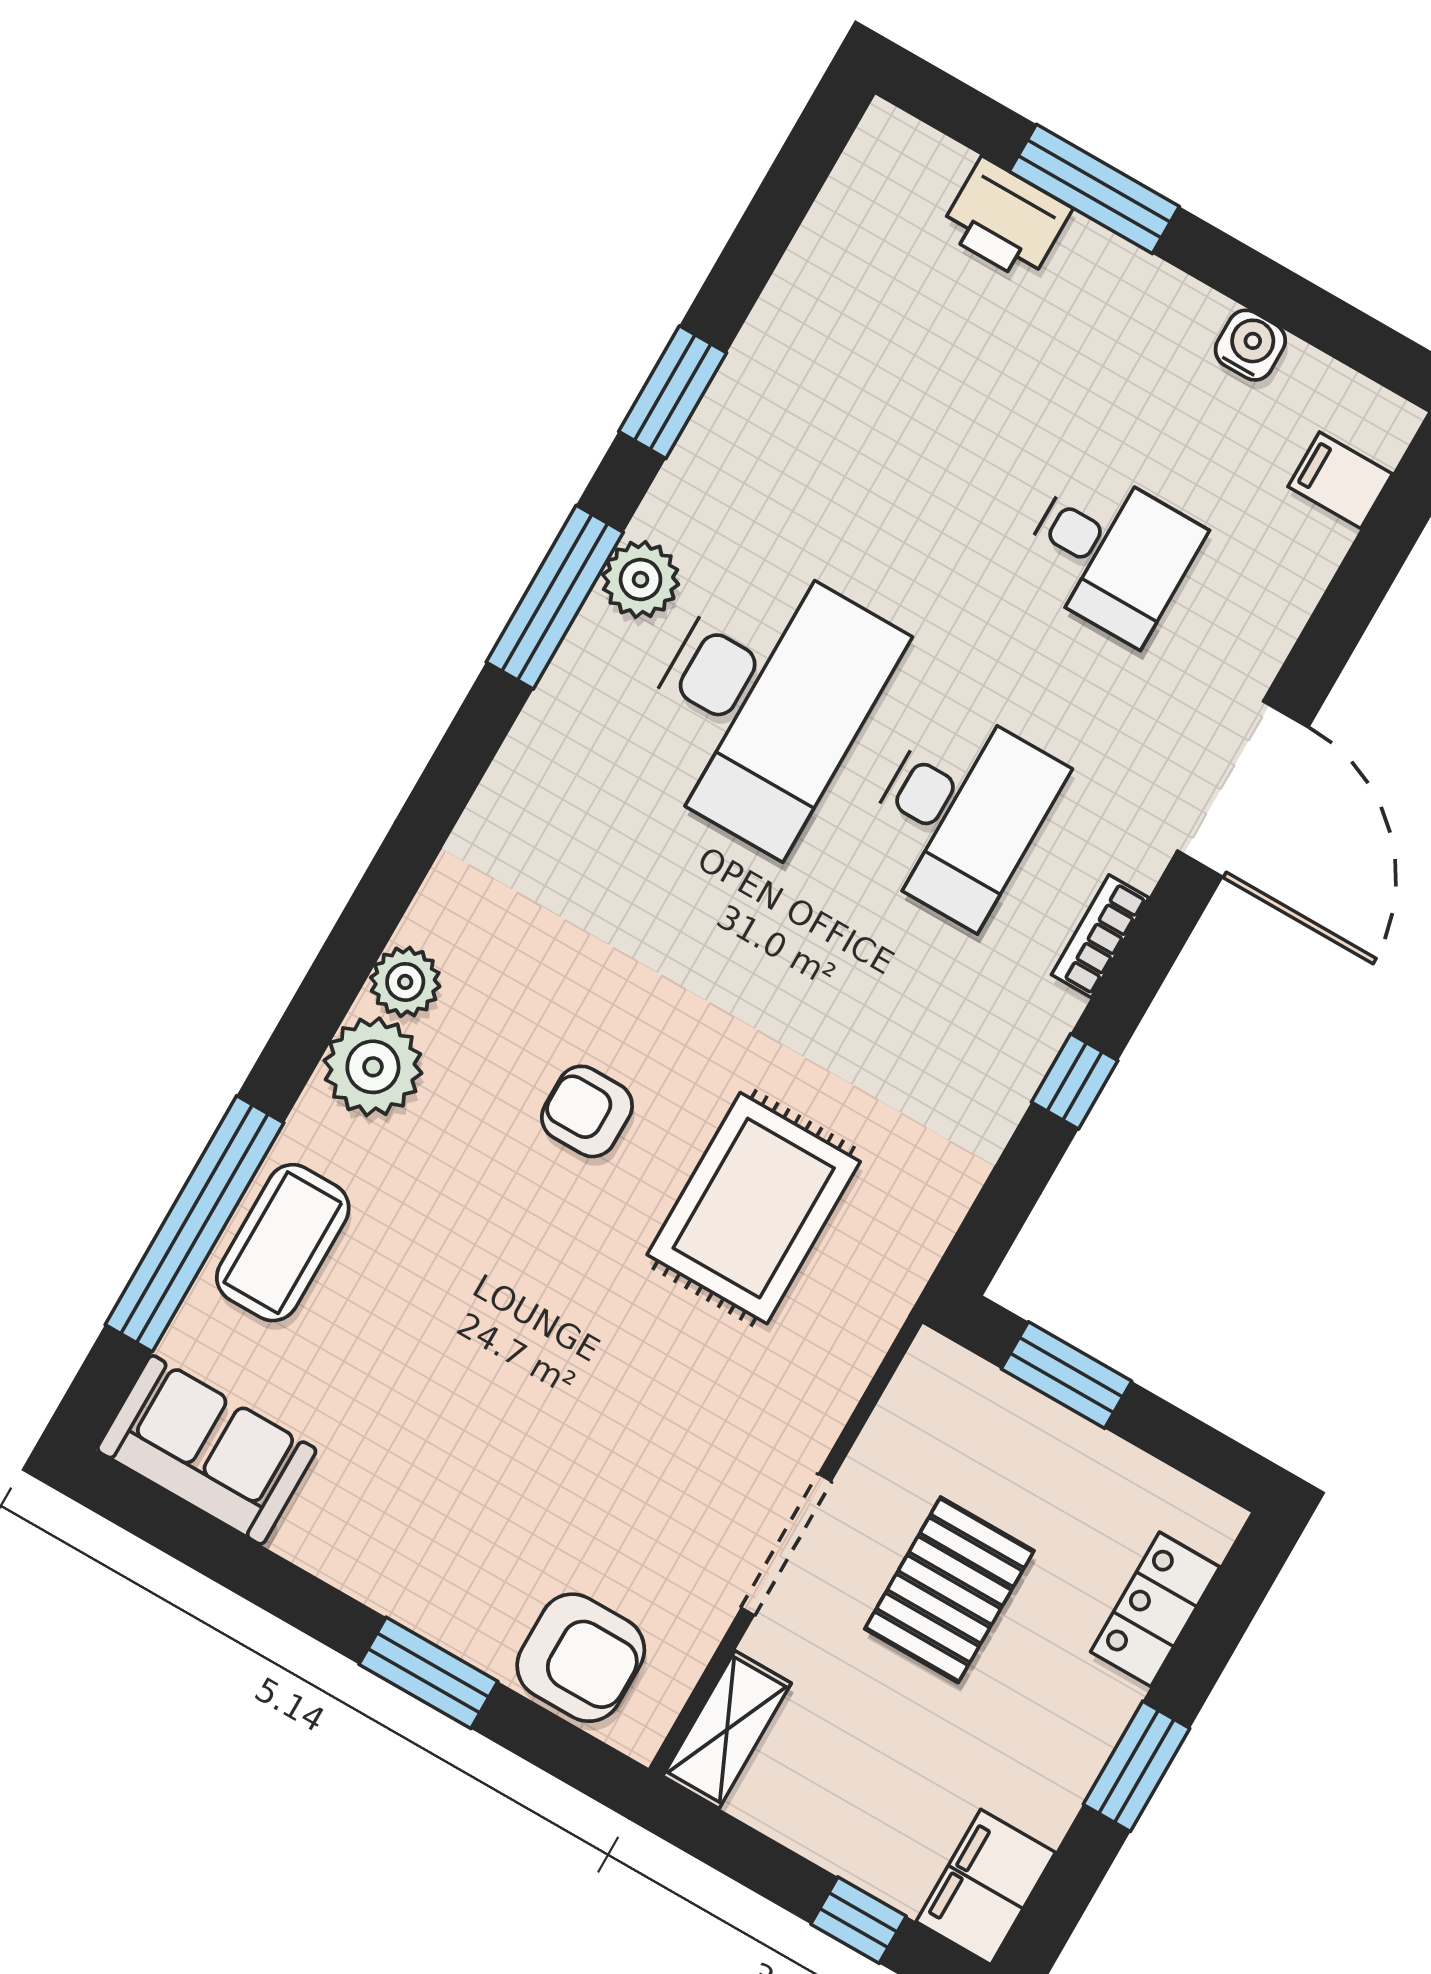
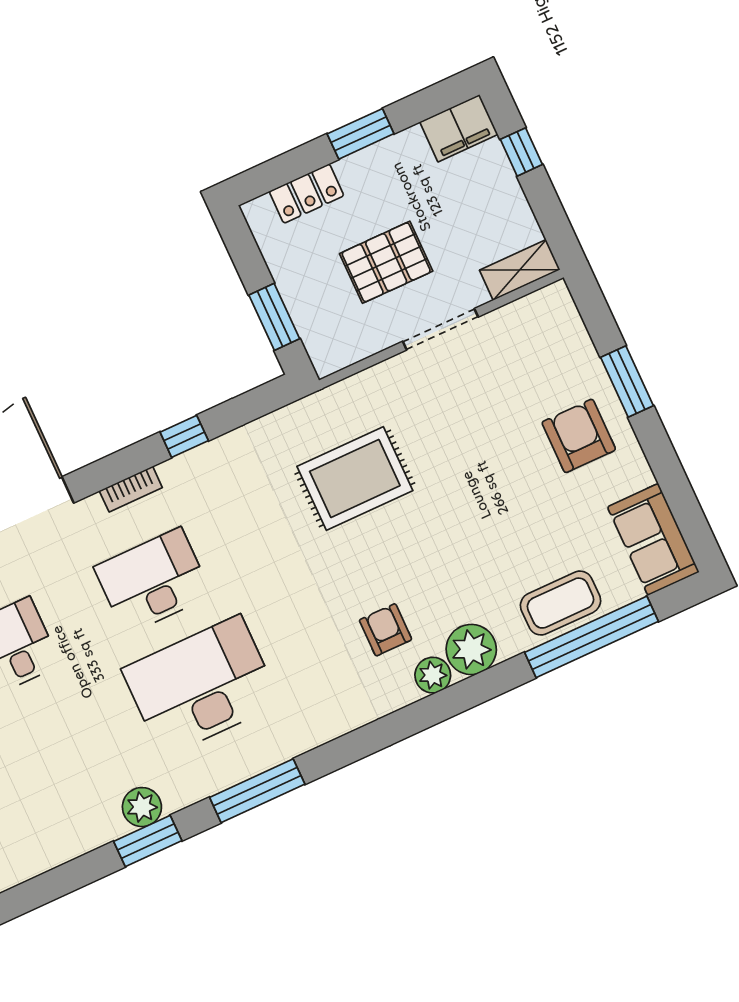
plant: (641, 580) -> (142, 807), moved
armchair: (587, 1111) -> (386, 630), moved, turned 180
armchair: (581, 1658) -> (579, 436), moved

